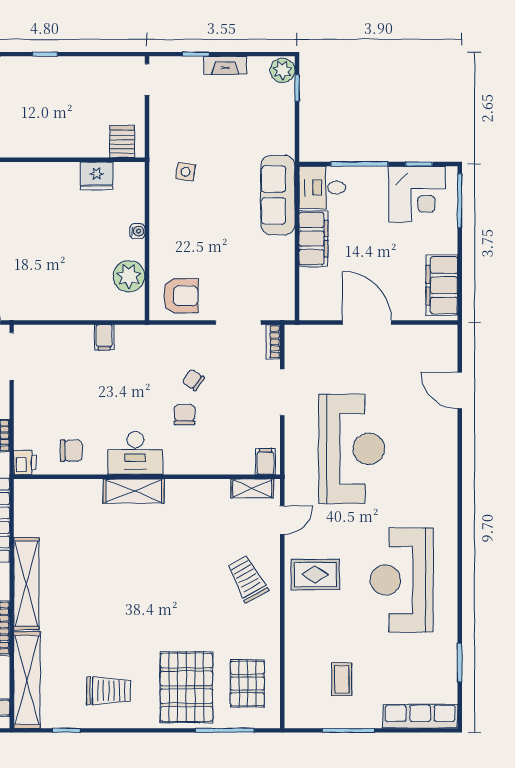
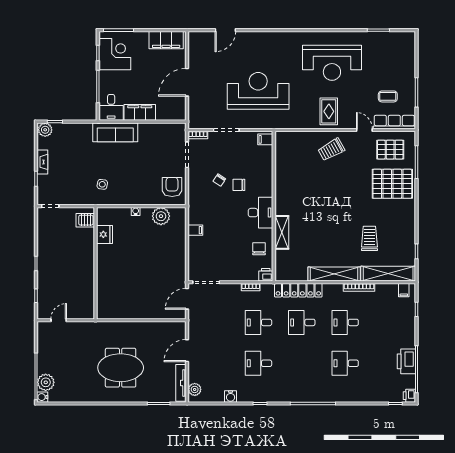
shelving: (252, 488) -> (280, 147), removed
shelving: (134, 491) -> (282, 232), moved
door: (282, 520) -> (364, 130), moved
trolley: (108, 691) -> (369, 238), moved
row of seats: (420, 716) -> (394, 122), moved, turned 90

